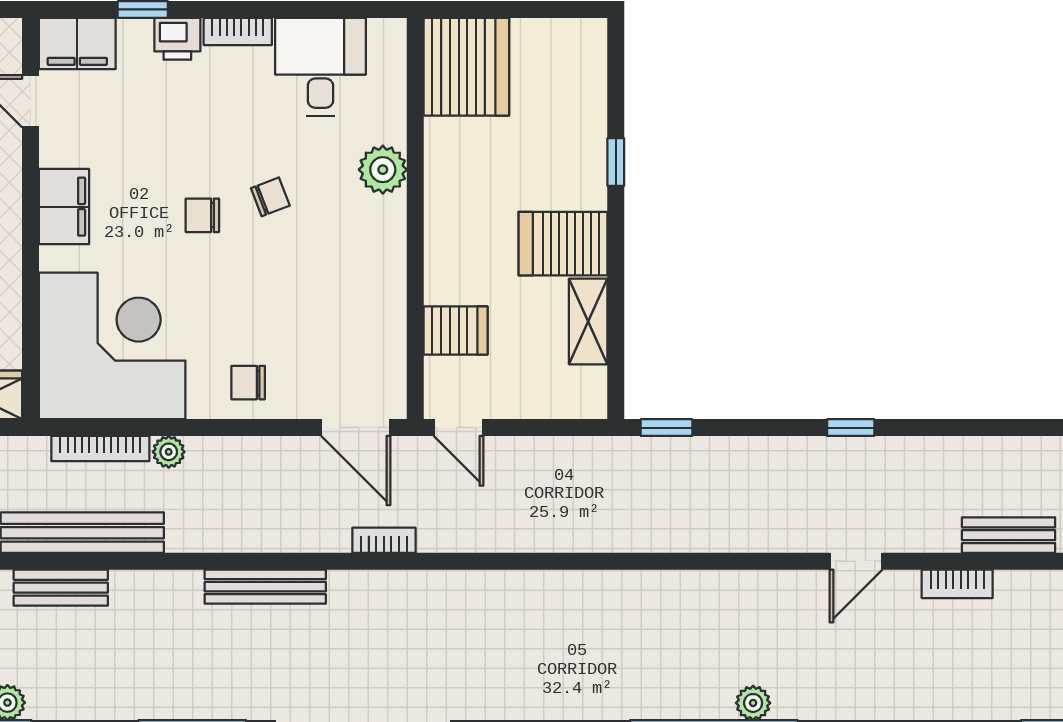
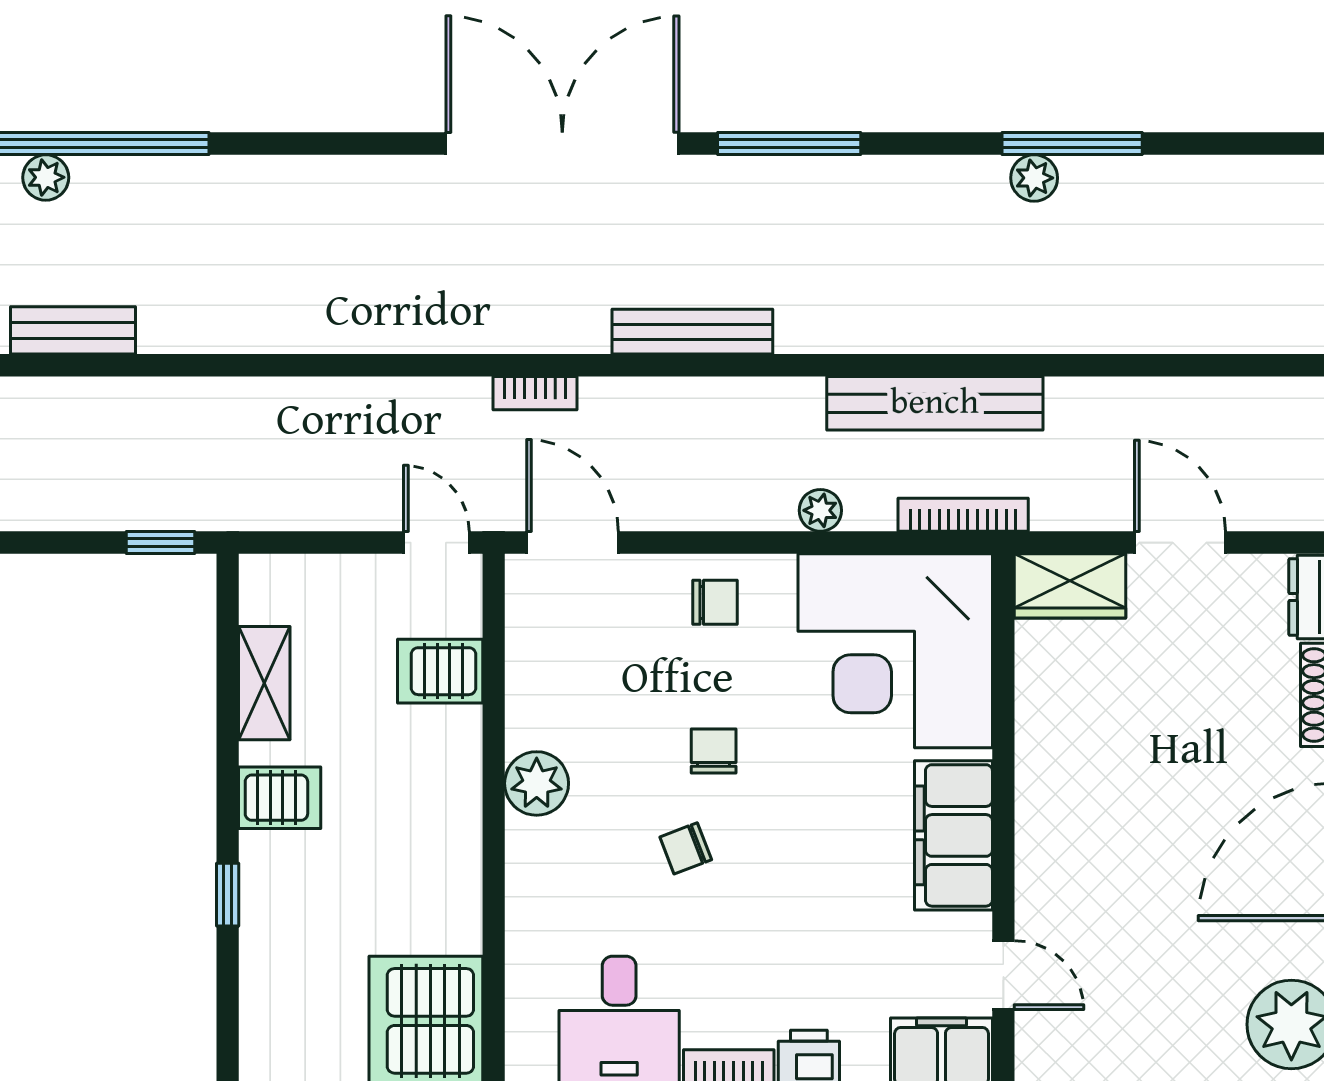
plant: (383, 170) -> (537, 783), moved
filing cabinet: (64, 207) -> (954, 835), width x1.50, depth x1.17
chair: (202, 215) -> (714, 751), moved, turned -90
server rack: (563, 244) -> (280, 798), width x0.73, depth x0.70
bookcase: (100, 448) -> (963, 515), moved
bench: (61, 588) -> (73, 330), moved

